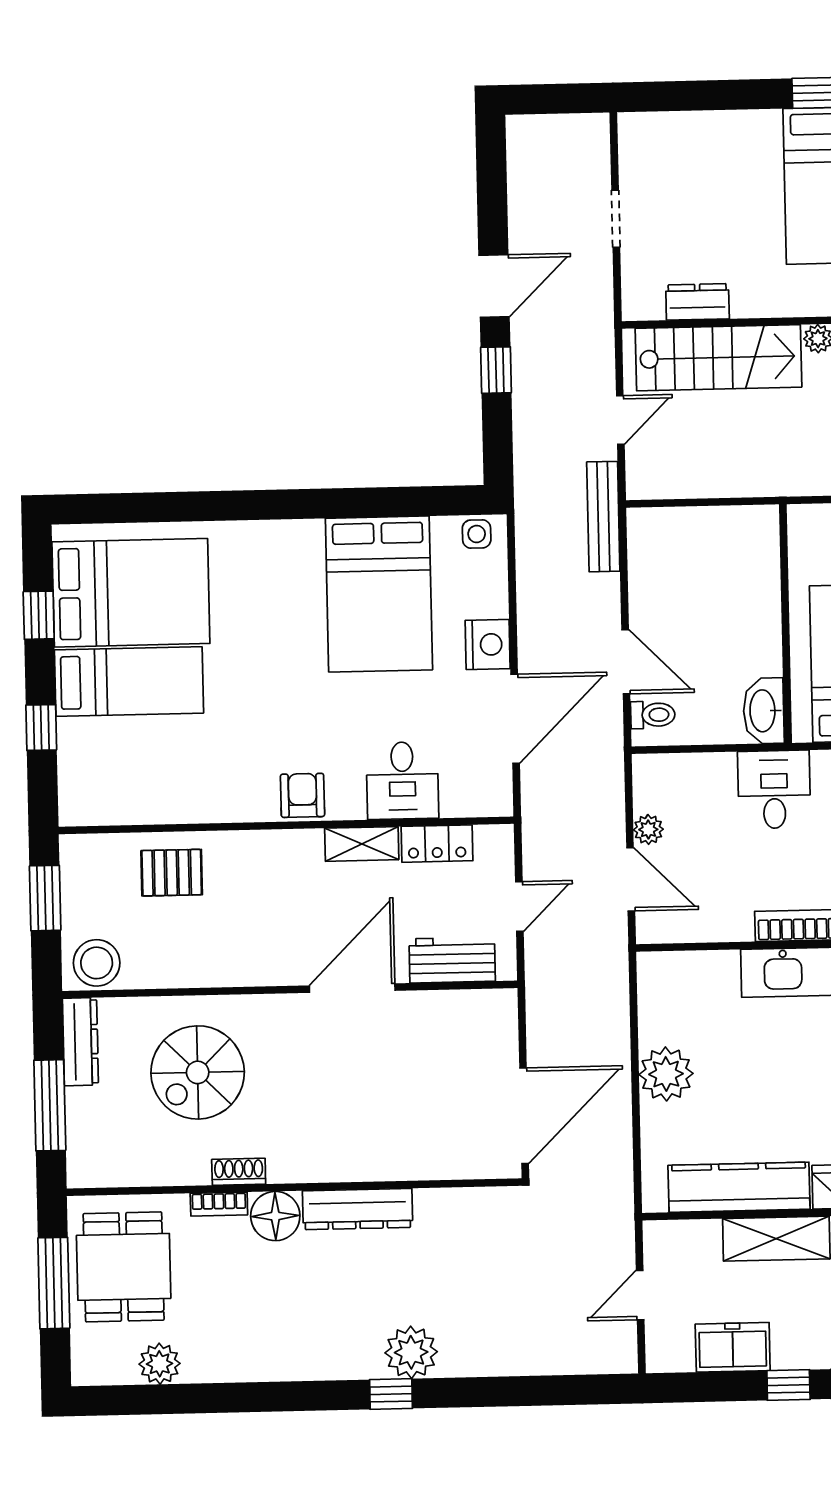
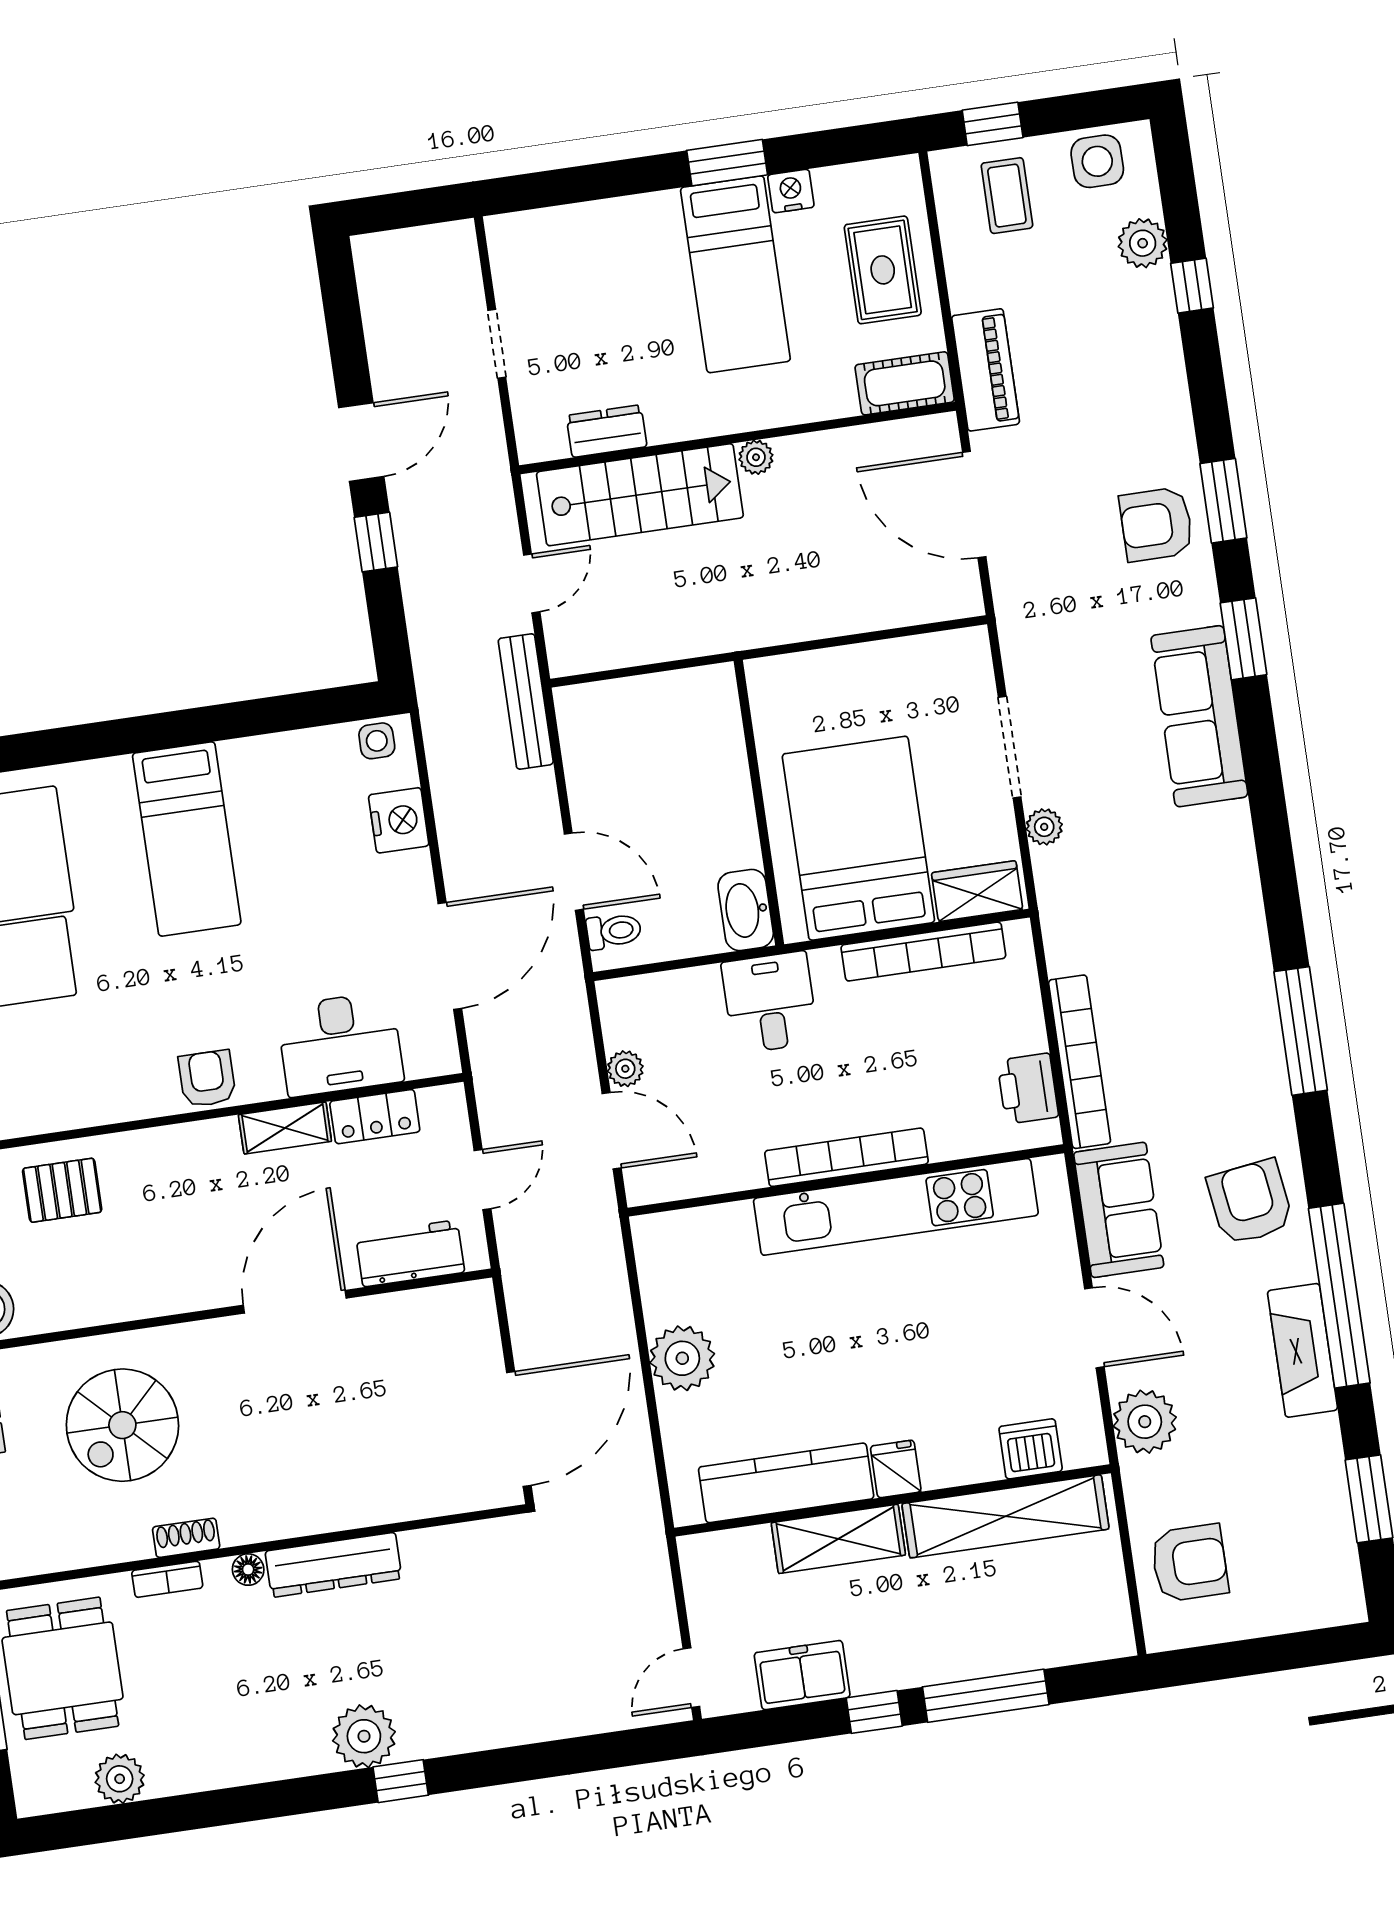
bed: (379, 594) -> (187, 839), moved, width x0.67
nightstand: (488, 644) -> (399, 820), moved
desk: (402, 781) -> (340, 1044), width x1.37
floor lamp: (275, 1216) -> (248, 1570), width x0.53, depth x0.53
door: (640, 1295) -> (691, 1678), moved
plant: (411, 1352) -> (364, 1736), moved

